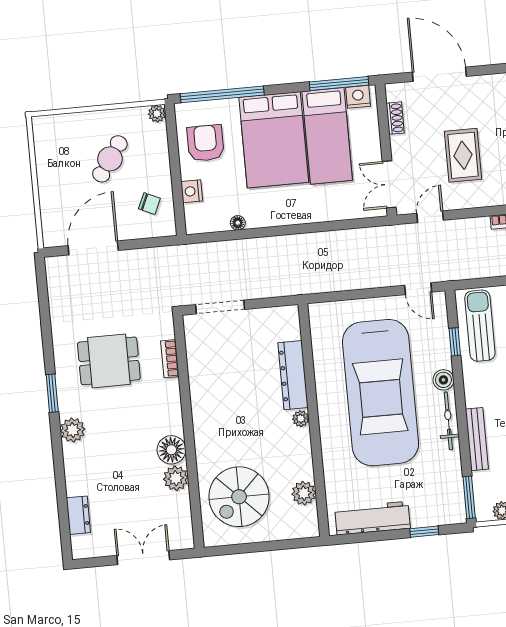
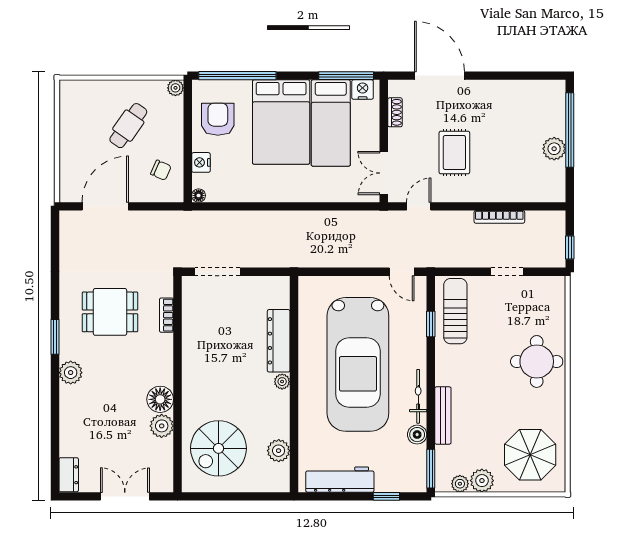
floor lamp: (238, 223) -> (199, 195), moved
boiler: (443, 380) -> (417, 435), moved
dresser: (78, 515) -> (69, 475), moved

